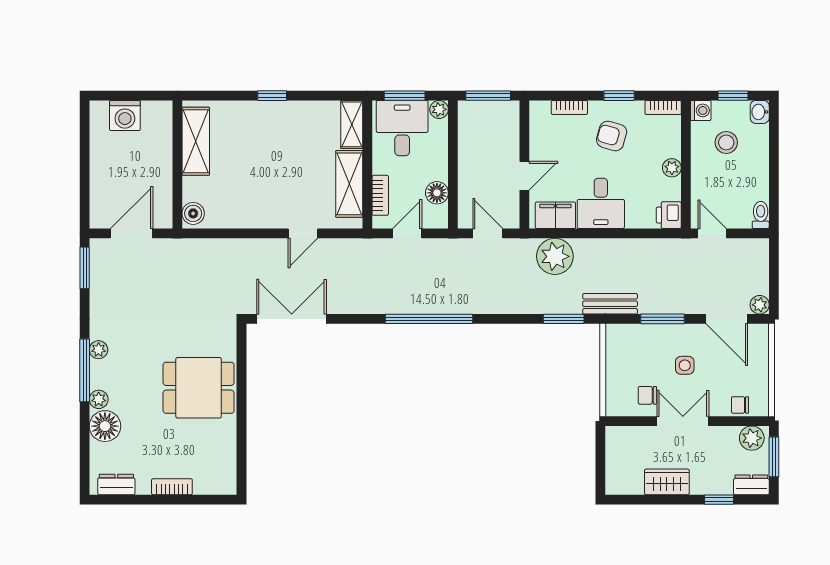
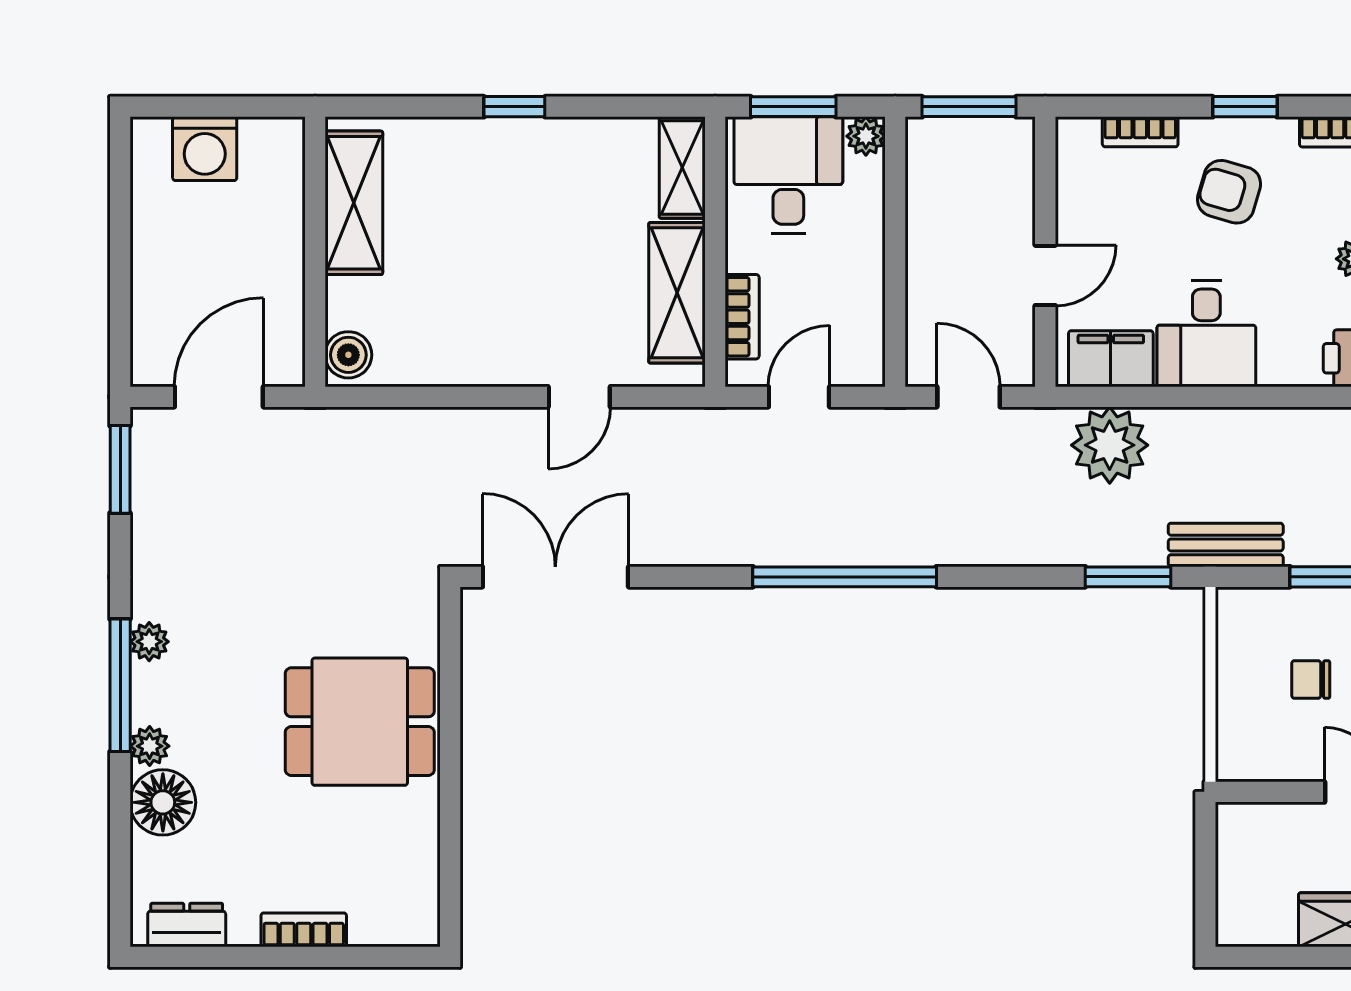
floor lamp: (437, 193) -> (861, 311), removed
chair: (647, 395) -> (1311, 680), moved

